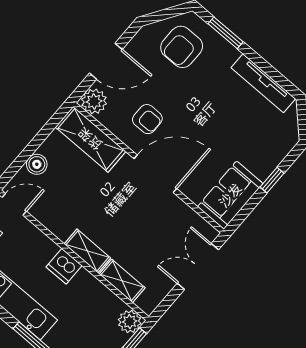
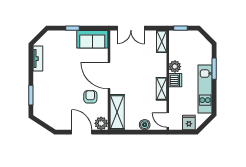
armchair: (182, 47) -> (51, 108), removed
tv unit: (263, 83) -> (38, 59), width x0.71
shelving: (87, 251) -> (161, 89), moved
shelving: (122, 281) -> (162, 42), moved
plant: (130, 322) -> (175, 67), moved

